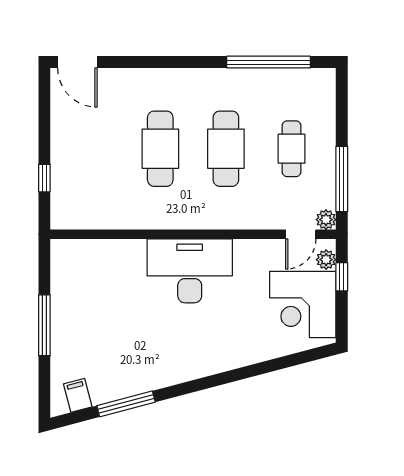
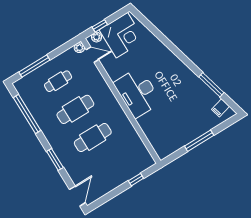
window: (162, 62) -> (55, 160), added
window: (342, 179) -> (34, 66), moved

